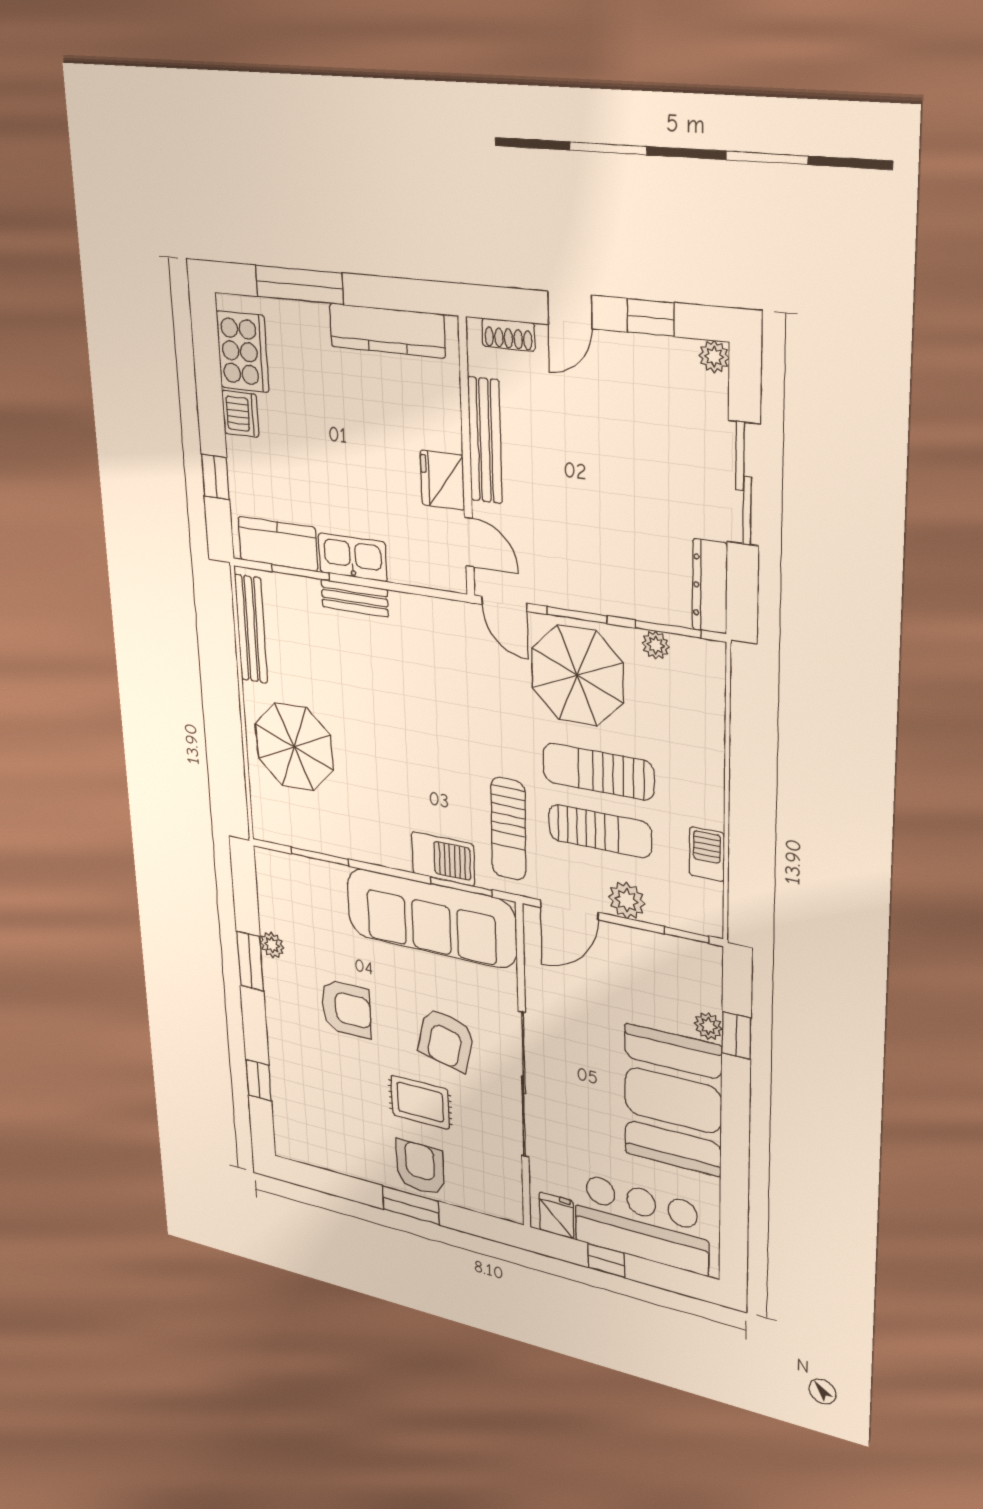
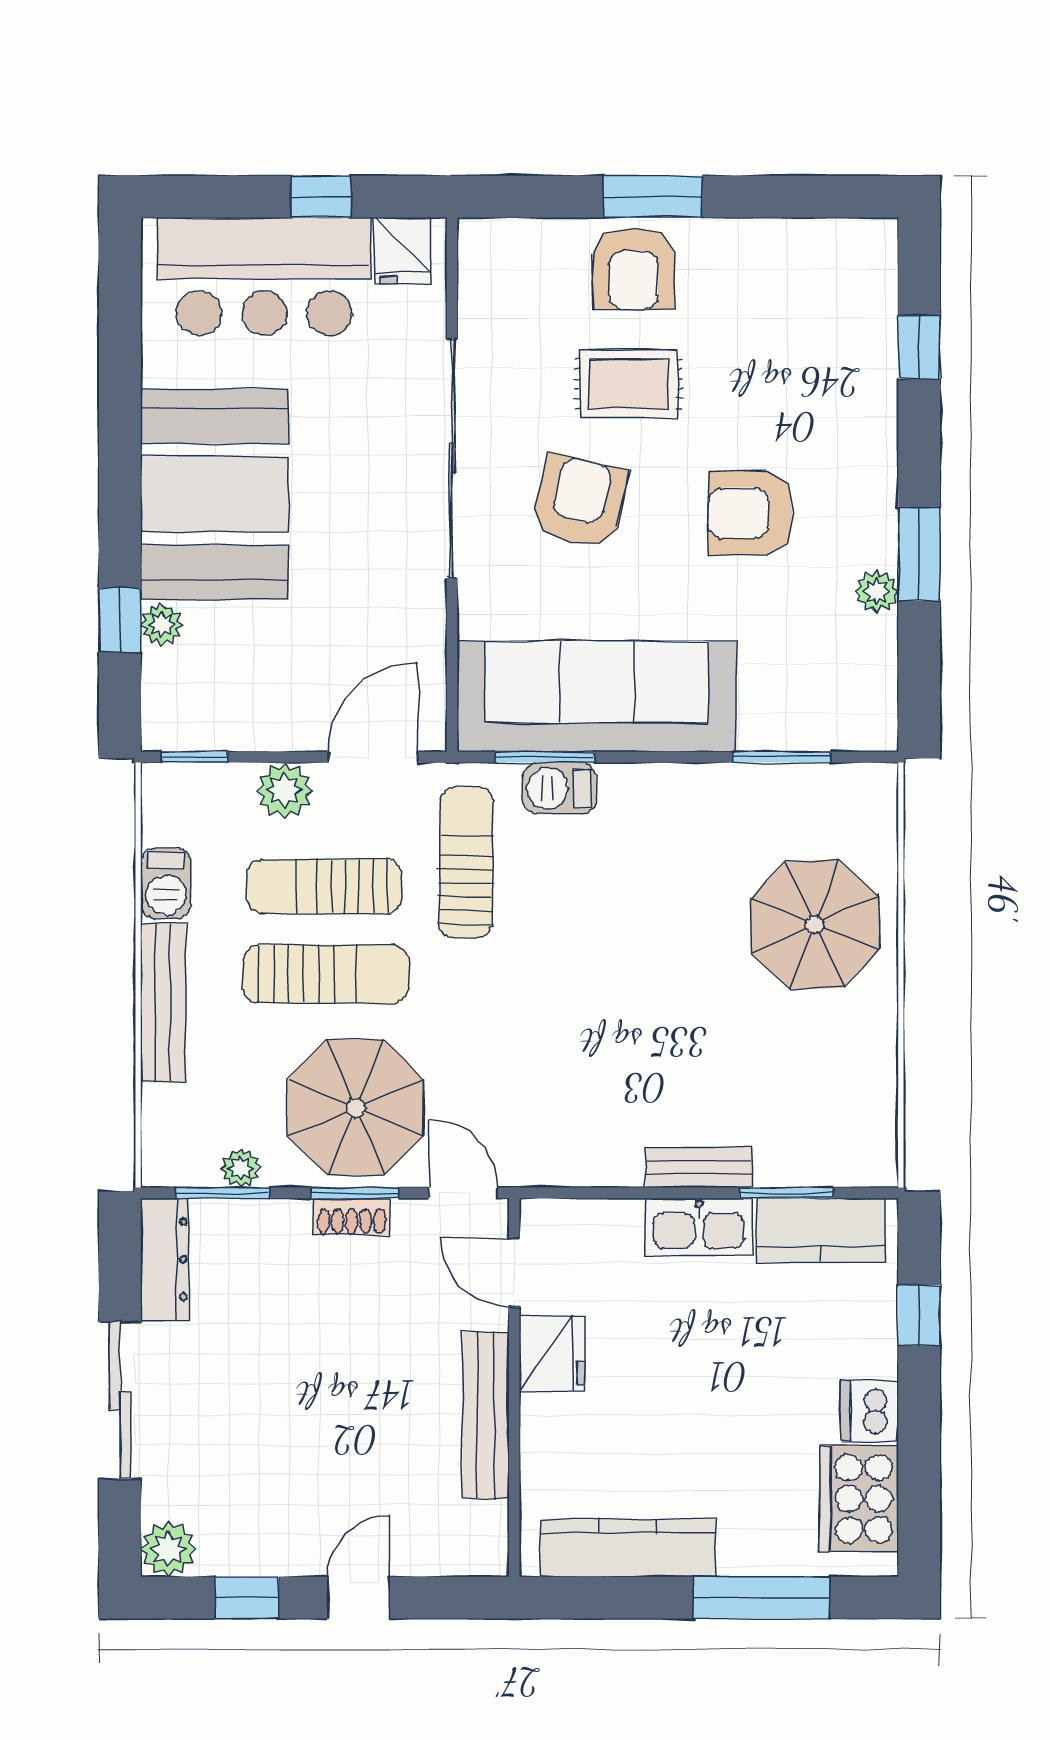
shoe rack: (508, 335) -> (352, 1217), moved, turned 180
plant: (714, 357) -> (169, 1549), width x1.38, depth x1.38
bench: (251, 629) -> (163, 1003), moved
barbecue: (443, 859) -> (559, 788), width x0.73, depth x0.79

